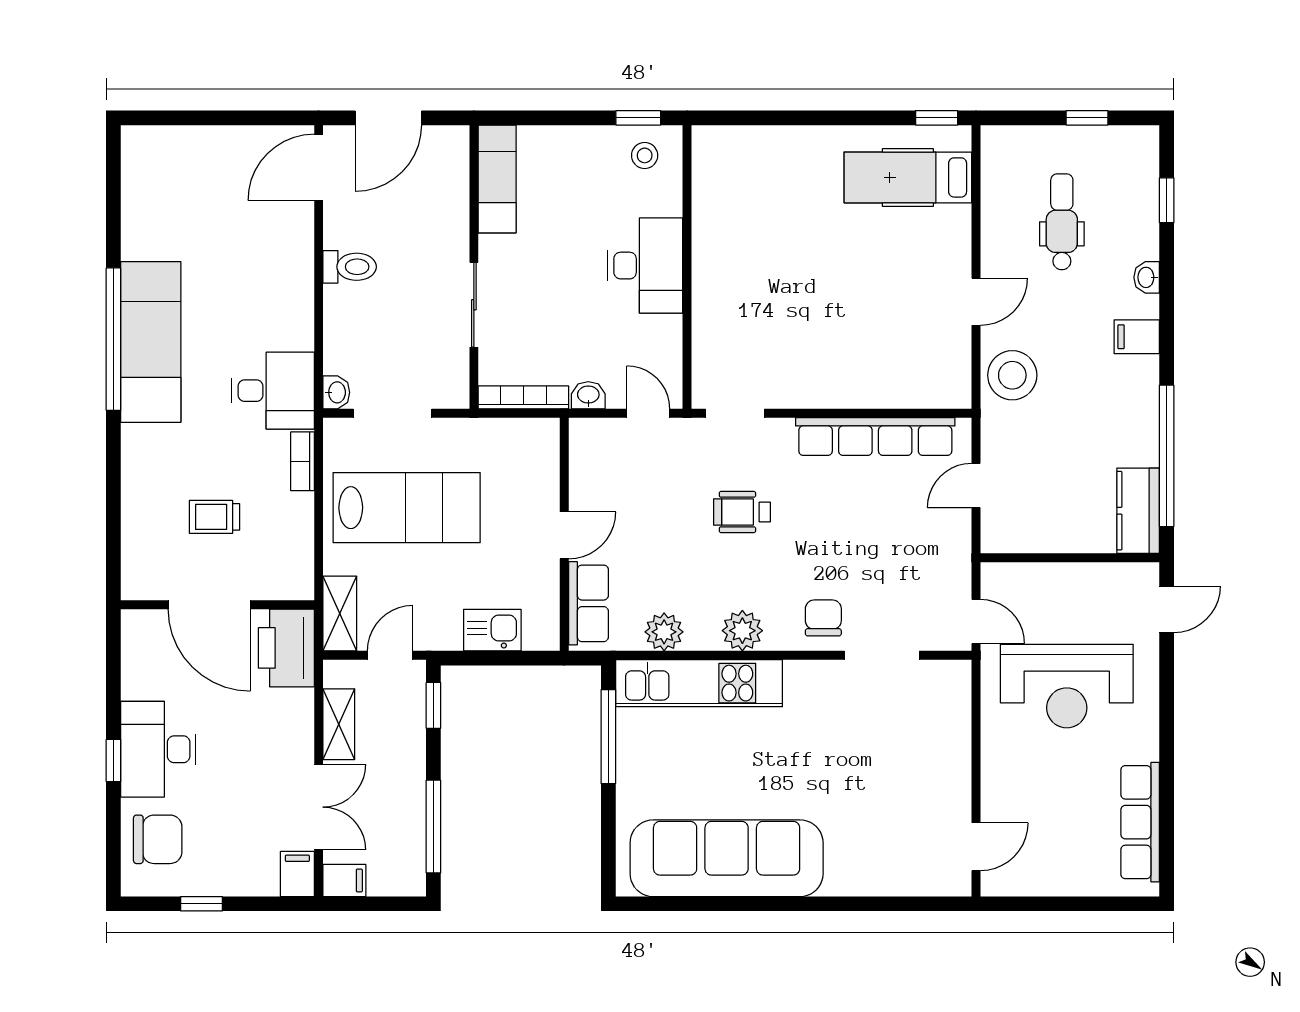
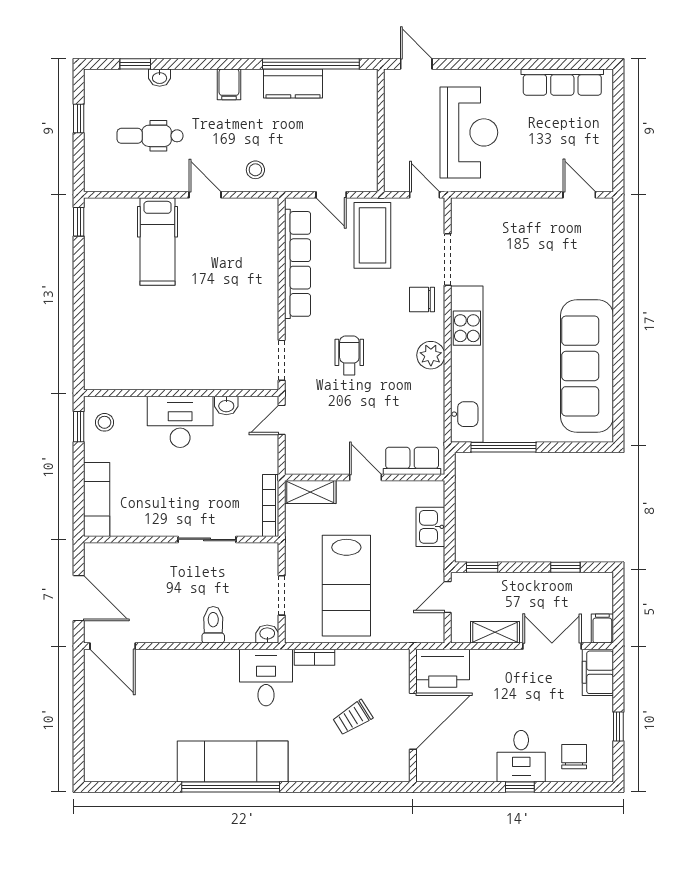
hospital bed: (908, 177) -> (158, 242), moved
exam couch: (497, 179) -> (97, 500), moved, turned 90
toilet: (350, 267) -> (213, 625), moved
washbasin: (1147, 277) -> (160, 78), moved
stool: (1012, 375) -> (255, 170), width x0.53, depth x0.53
washbasin: (588, 395) -> (226, 405), moved, turned -90
doorway: (393, 413) -> (282, 595), width x0.73
lab bench: (407, 508) -> (346, 586), turned 180
kitchen counter: (1138, 511) -> (293, 83), moved
wheelchair: (742, 512) -> (349, 355), turned 180
trolley: (215, 517) -> (353, 718), turned 58
coffee table: (917, 546) -> (372, 235), added
shelving: (340, 613) -> (310, 492), moved
door: (976, 621) -> (424, 195), hinge flipped
plant: (664, 632) -> (432, 409), removed
door: (390, 655) -> (448, 597), hinge flipped
kitchen unit: (699, 683) -> (467, 364), width x1.36
desk: (158, 749) -> (521, 756), width x0.73
window: (433, 827) -> (565, 567), width x0.46
chair: (158, 839) -> (574, 757), width x0.73, depth x0.73
filing cabinet: (297, 874) -> (598, 672), width x2.00

